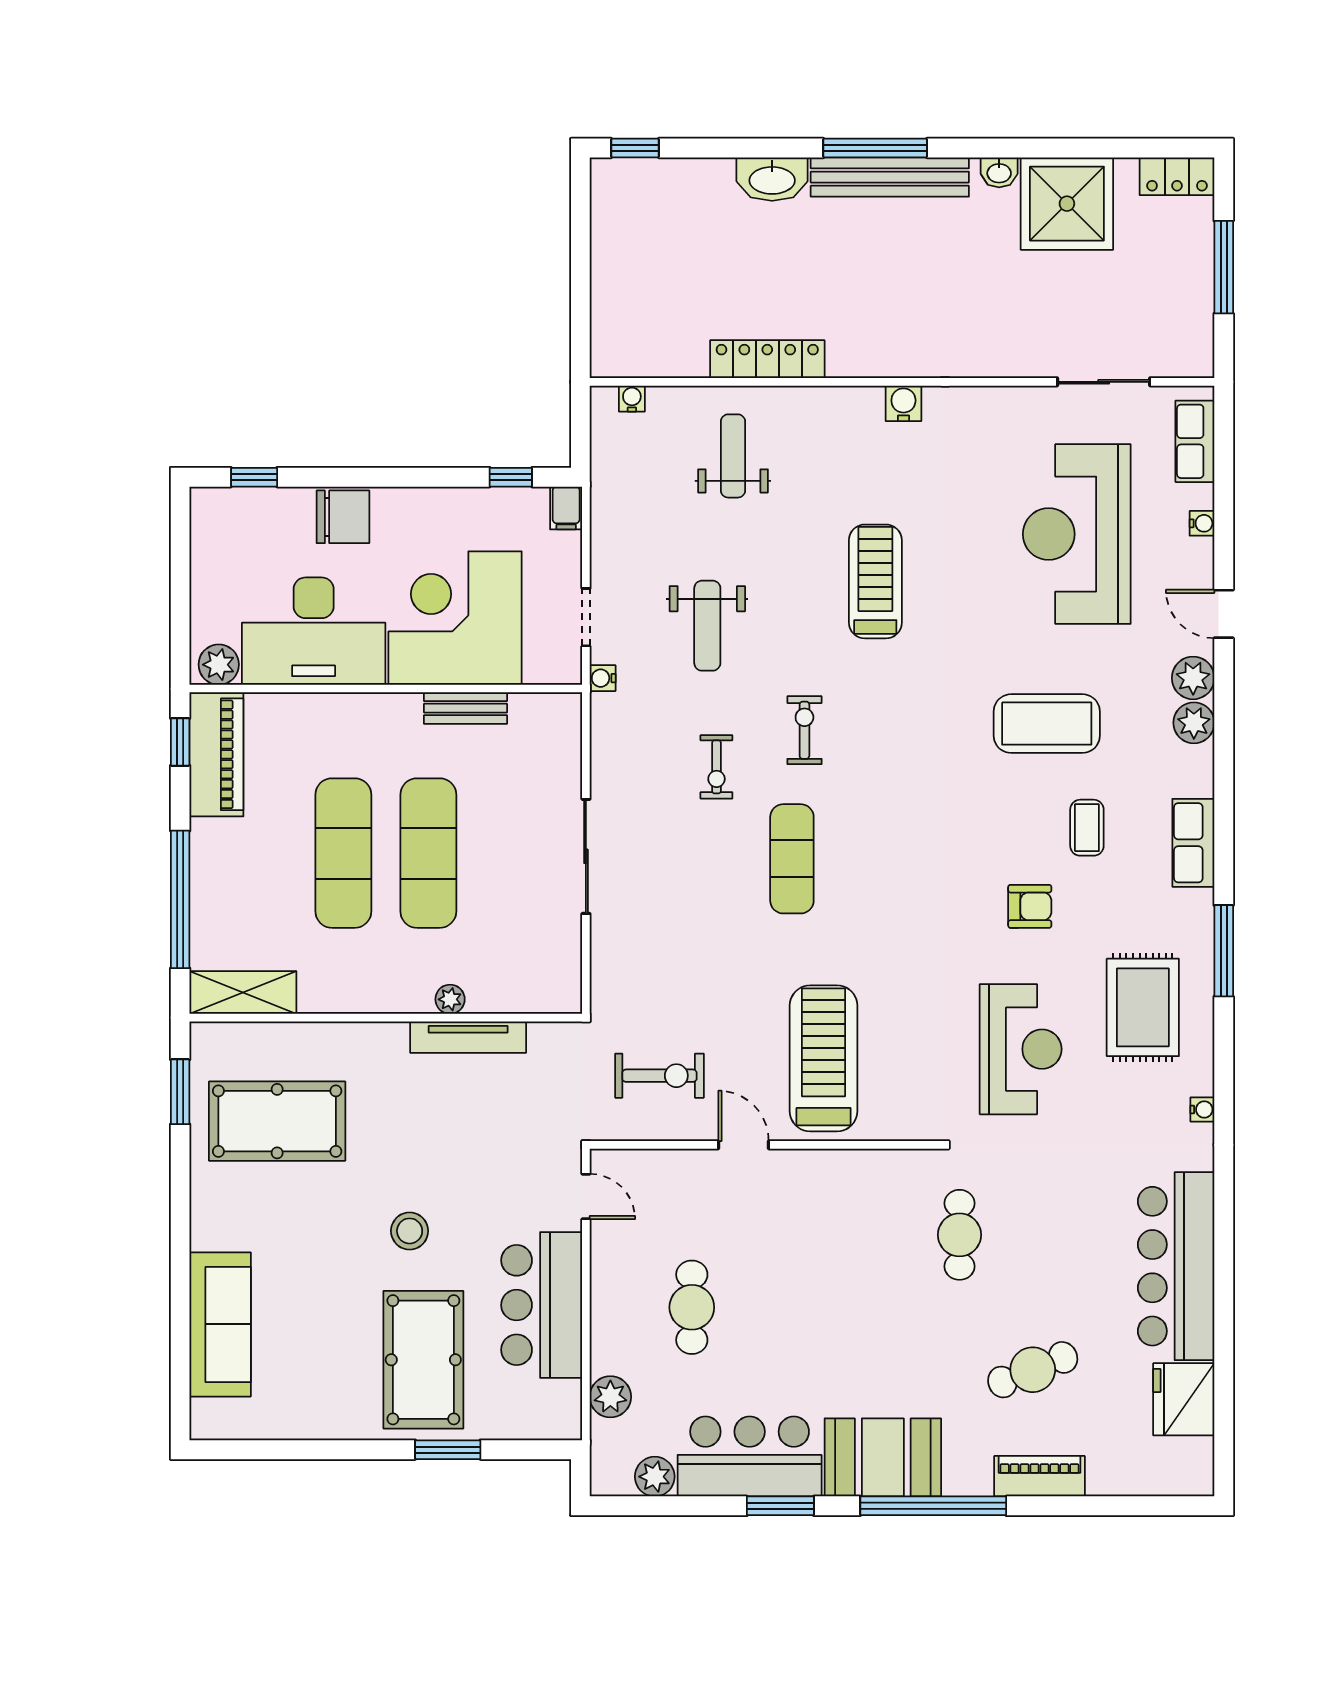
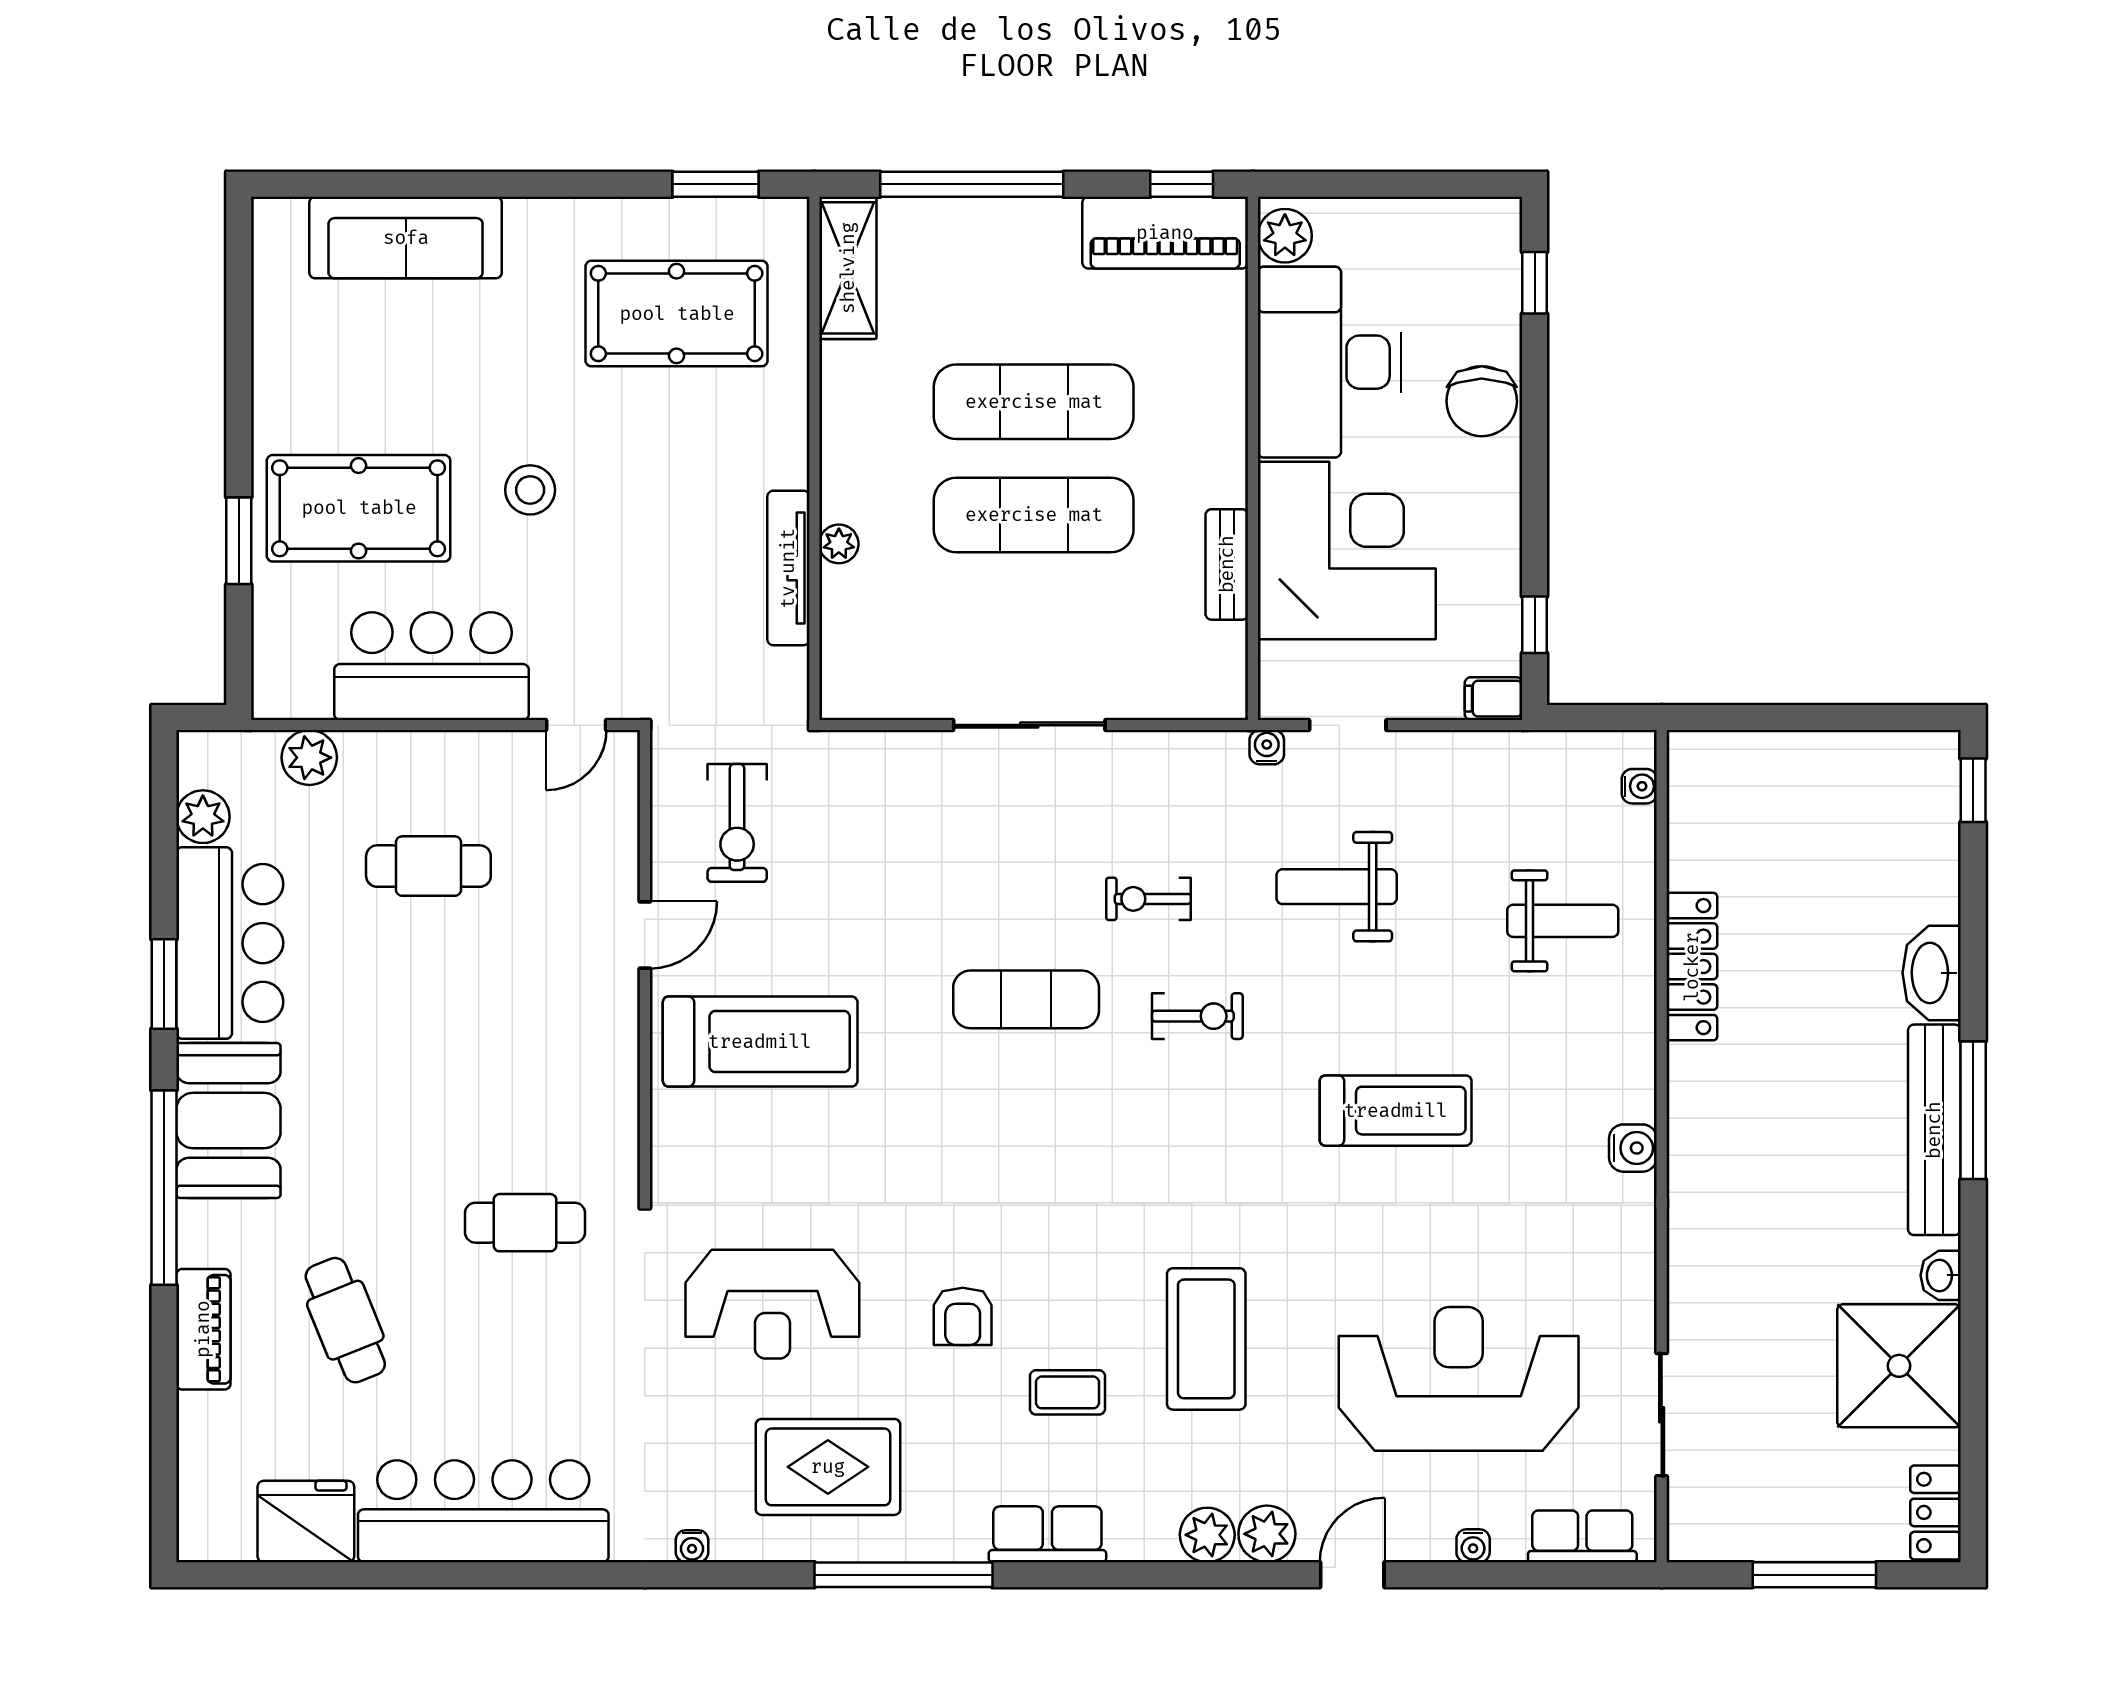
window: (1224, 951) -> (903, 1575), width x1.46
pool table: (277, 1121) -> (677, 314), turned 90

